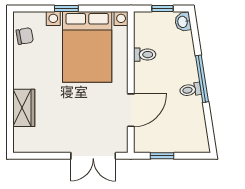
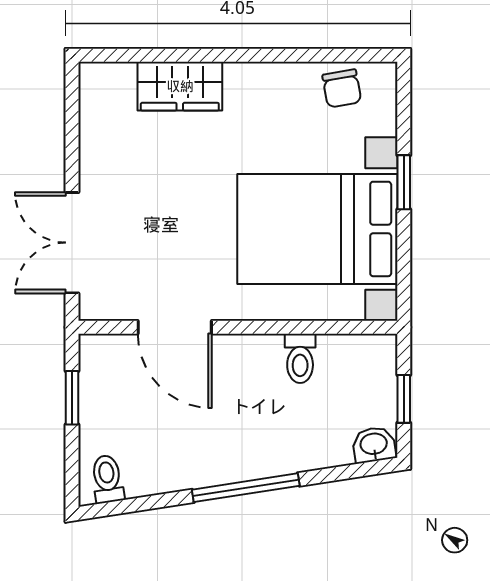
toilet: (190, 90) -> (107, 479), moved

